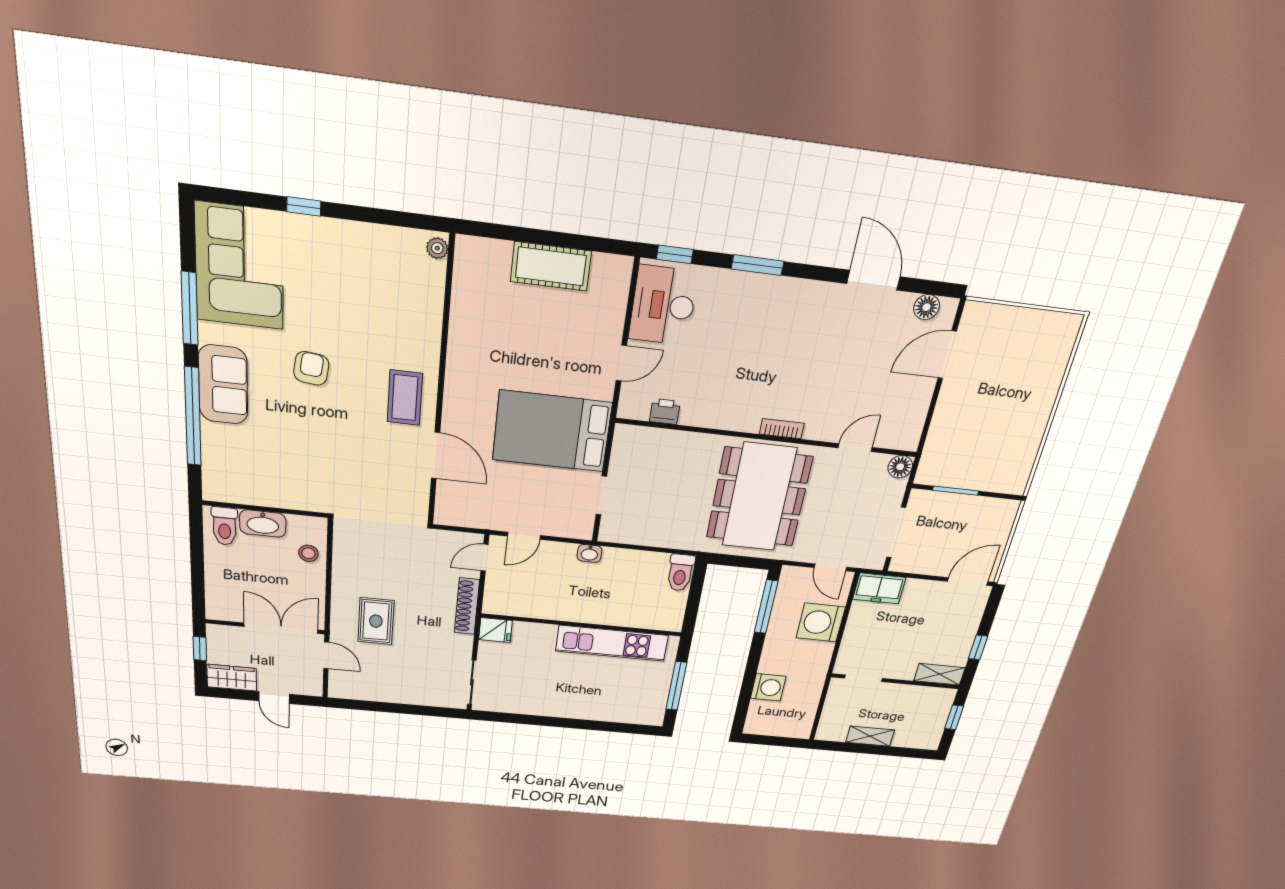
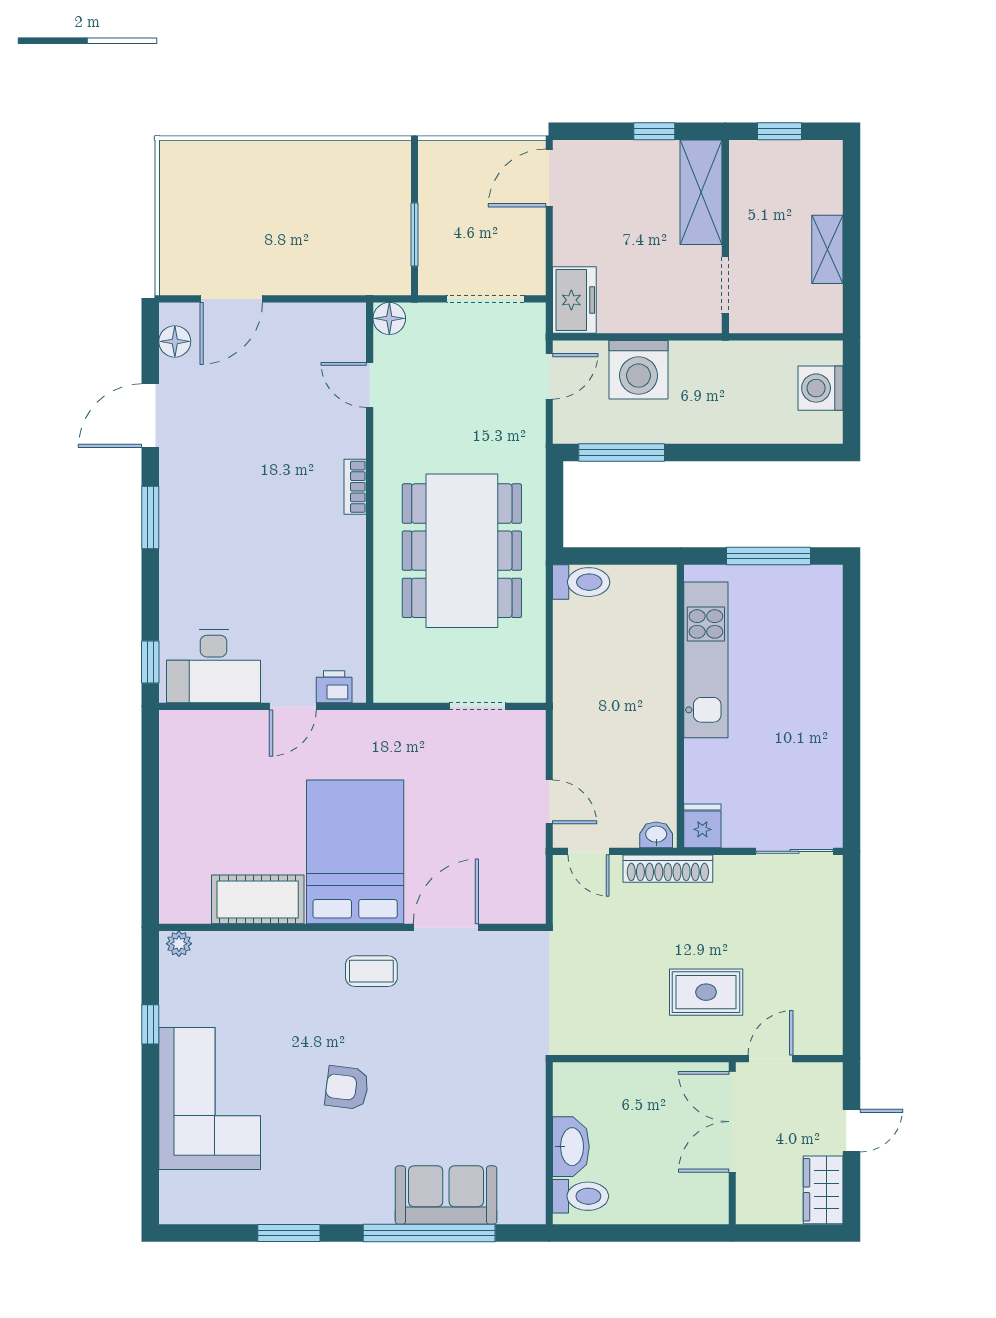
window: (304, 206) -> (150, 1024), moved
window: (757, 265) -> (150, 517), moved
corner sofa: (240, 266) -> (210, 1098), moved, turned 90
cot: (551, 266) -> (258, 899), moved, turned 90
window: (190, 308) -> (289, 1233), width x0.69
door: (947, 355) -> (231, 299), hinge flipped
door: (621, 363) -> (293, 706), swing flipped
sofa: (223, 385) -> (446, 1195), moved
coffee table: (405, 398) -> (371, 971), width x0.73, depth x0.77
printer: (665, 412) -> (334, 687), moved, turned 90
bed: (552, 431) -> (355, 852), moved, turned 180
dining table: (759, 497) -> (462, 551), moved, turned 90
stool: (308, 553) -> (609, 1086), removed
washbasin: (589, 553) -> (656, 835), moved, turned -90
door: (968, 581) -> (549, 178), hinge flipped
window: (200, 649) -> (779, 1233), removed
shelving: (939, 674) -> (701, 192), width x1.50, depth x1.33
washing machine: (768, 687) -> (821, 388), moved, turned -90

